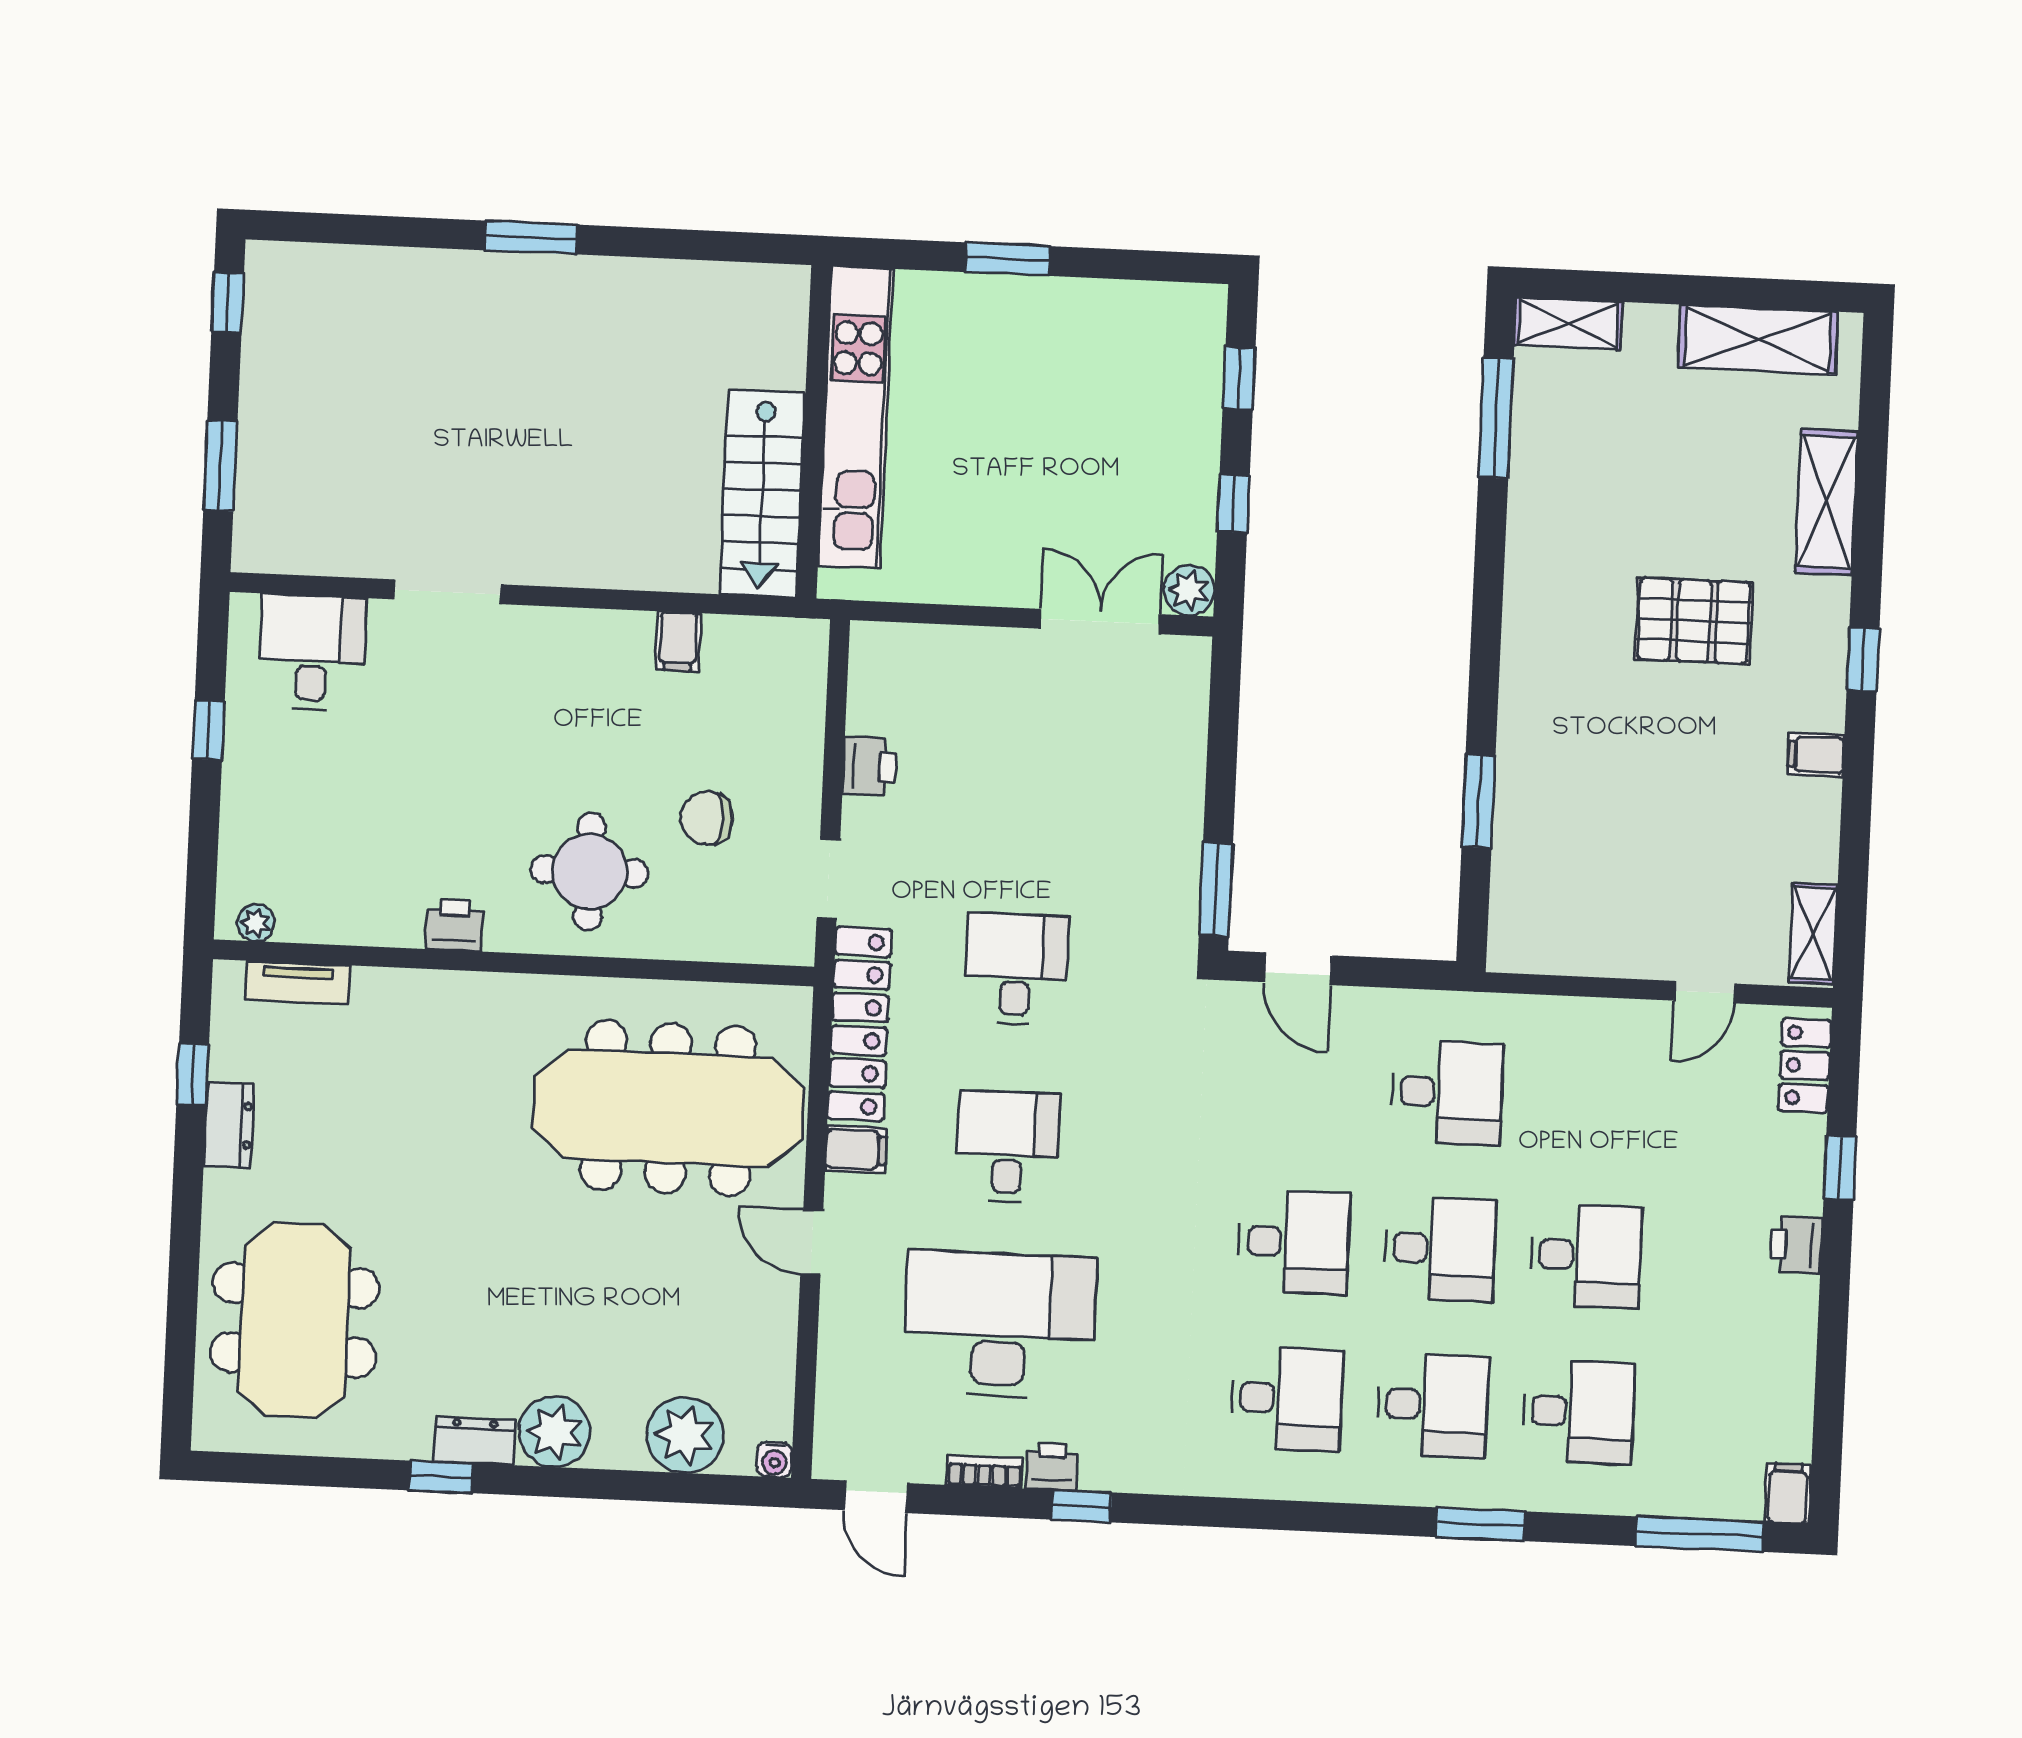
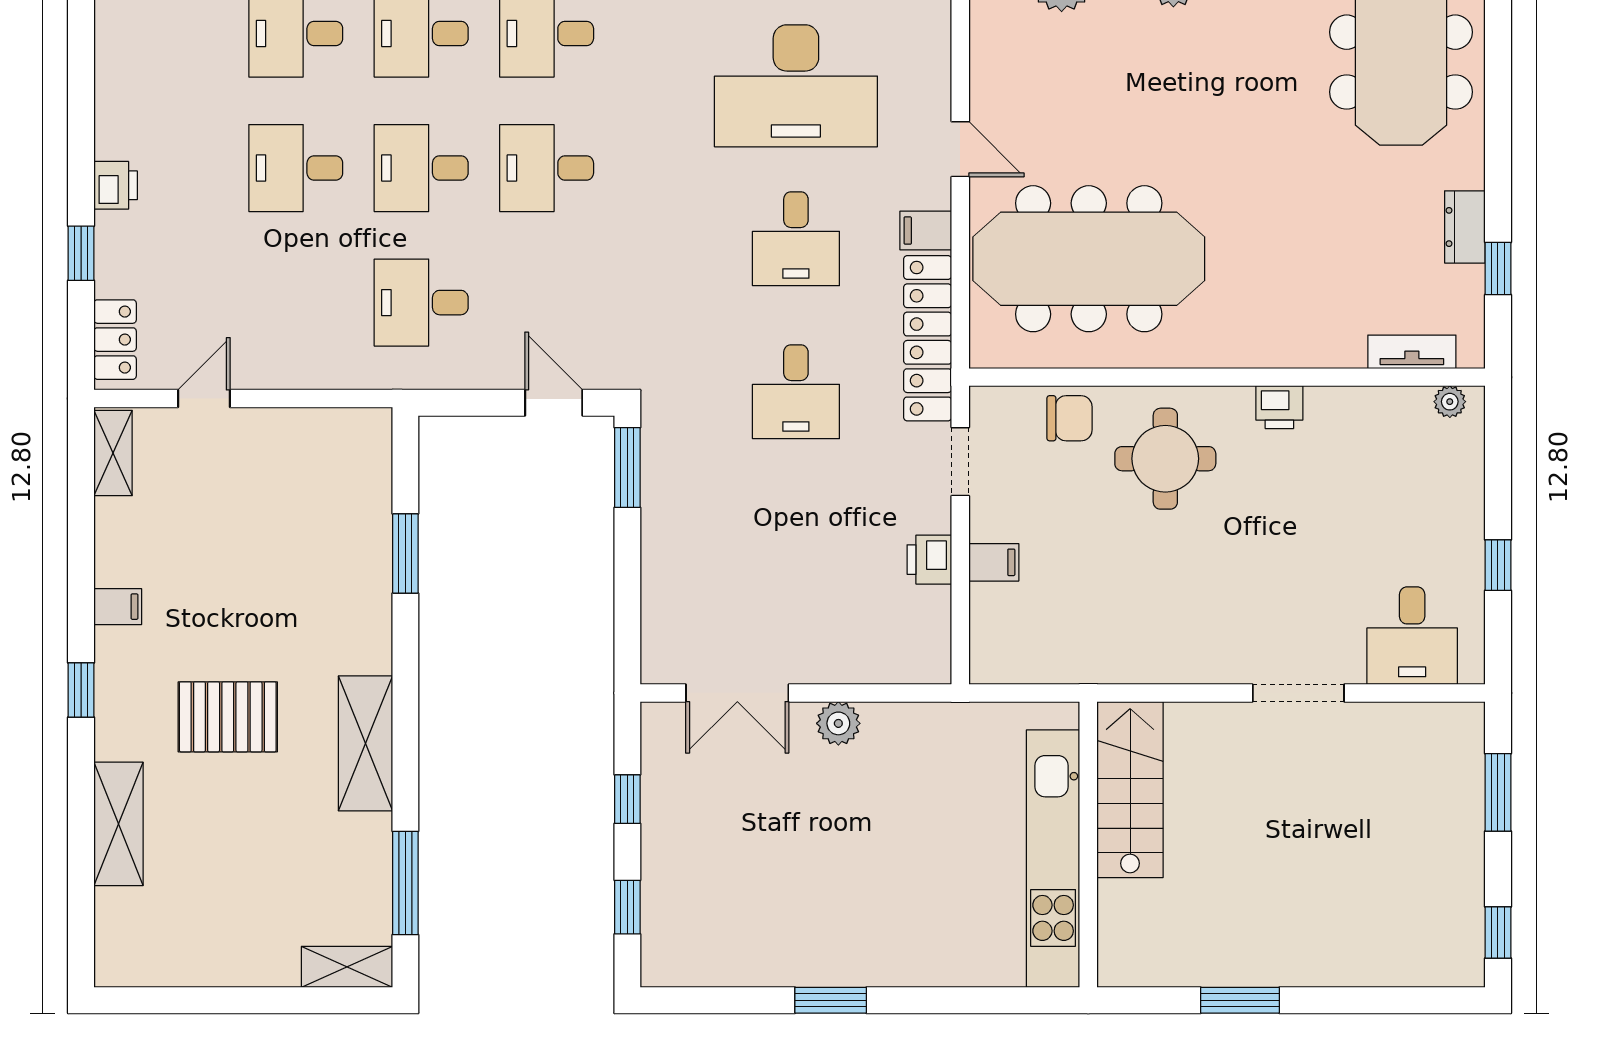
shelving: (1758, 340) -> (366, 743), moved, turned 90
kitchen unit: (855, 417) -> (1053, 859), moved
wall: (814, 432) -> (1088, 845), moved
stairs: (762, 494) -> (1130, 790), moved
plant: (1189, 590) -> (838, 723), moved
filing cabinet: (678, 641) -> (994, 562), moved, turned 90
chair: (707, 818) -> (1070, 418), moved

